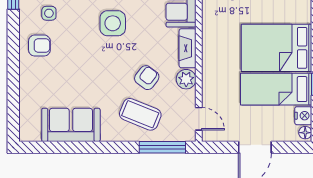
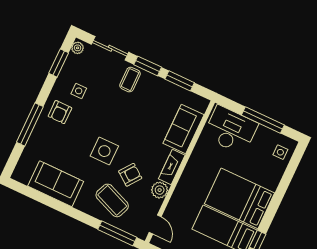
side table: (113, 23) -> (104, 151), moved
armchair: (39, 46) -> (60, 112), turned 90
window: (13, 74) -> (30, 124), added

